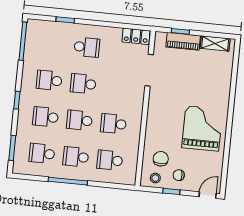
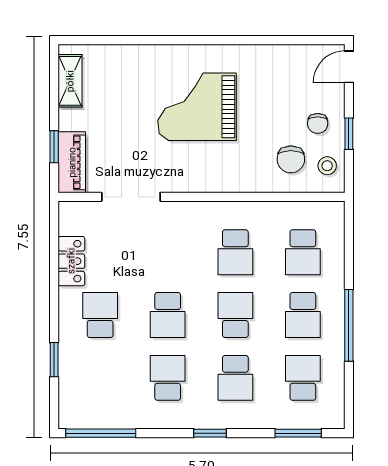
locker: (136, 36) -> (71, 261), moved
piano: (183, 41) -> (72, 162), moved
school desk: (49, 80) -> (168, 378), turned 180
school desk: (80, 120) -> (235, 315), turned 180
grand piano: (202, 128) -> (197, 107), moved
school desk: (42, 153) -> (303, 378), turned 180
chair: (161, 159) -> (291, 159), turned -90
door: (208, 195) -> (349, 67), hinge flipped

